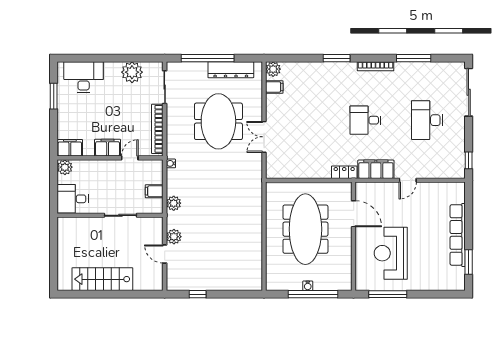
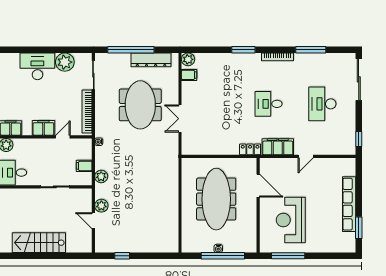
desk: (84, 77) -> (37, 66), moved

